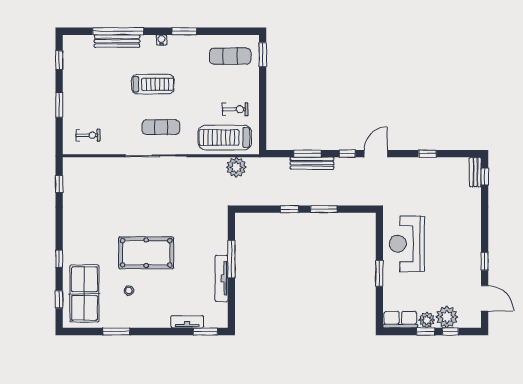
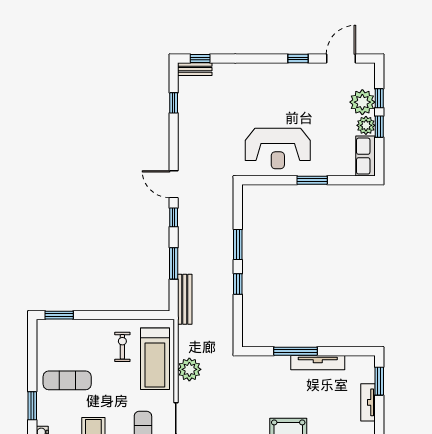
exercise mat: (230, 56) -> (67, 380), moved, turned 90
window: (427, 154) -> (174, 103), moved
bench: (312, 163) -> (185, 299), moved
plant: (236, 167) -> (189, 369), moved

